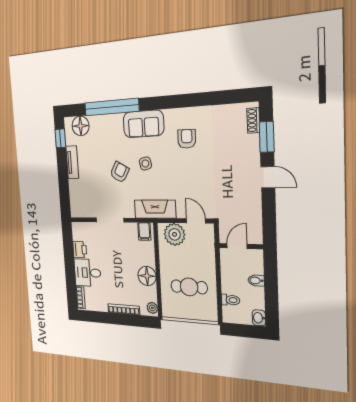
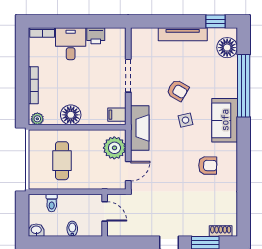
tv unit: (72, 162) -> (183, 34), width x1.41

